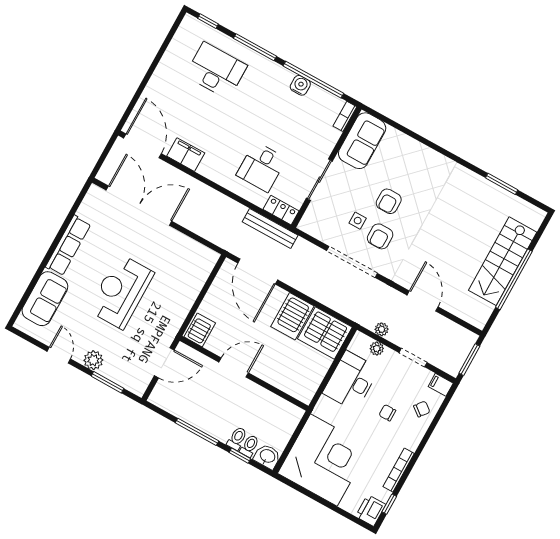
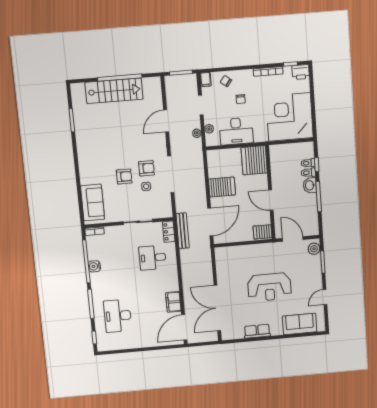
sofa: (362, 141) -> (93, 203), moved, turned 90
desk: (261, 167) -> (152, 258), turned 180
row of seats: (68, 246) -> (257, 331), width x0.68
server rack: (325, 333) -> (254, 160), moved, turned 180
plant: (93, 360) -> (314, 249), moved
washbasin: (267, 456) -> (310, 185), moved

